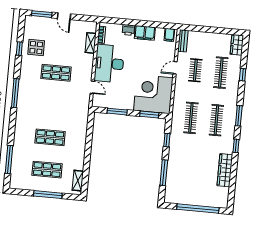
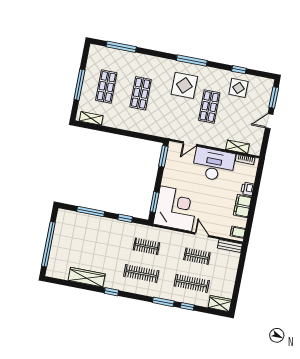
display table: (39, 98) -> (184, 85), added
window: (117, 112) -> (163, 156), moved
window: (239, 116) -> (163, 302), moved
clothes rail: (191, 118) -> (146, 246), width x0.73

